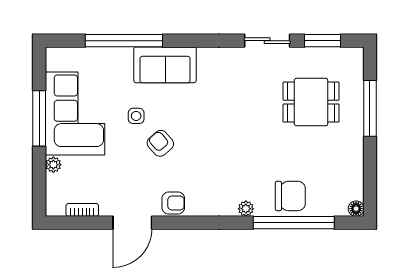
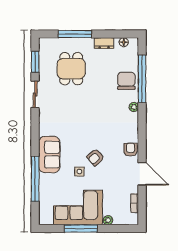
dresser: (355, 158) -> (104, 43), added
floor lamp: (356, 209) -> (124, 42), moved

